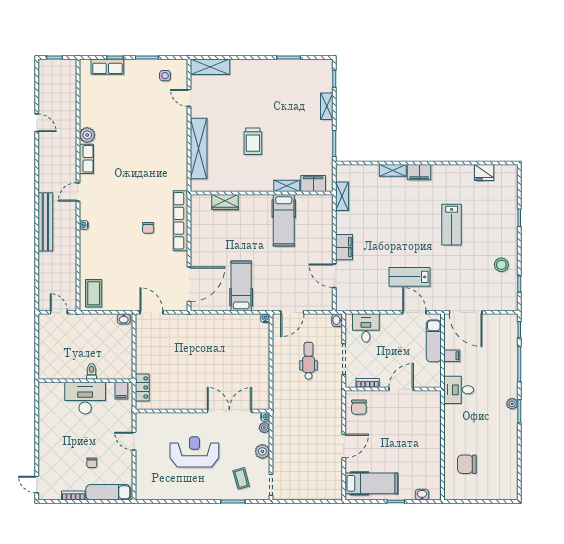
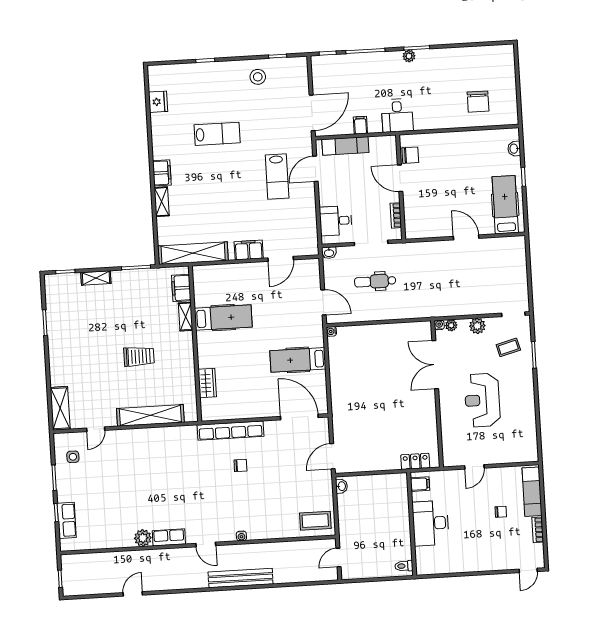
shelving: (342, 196) -> (193, 253), width x2.20, depth x1.33
toilet: (92, 371) -> (404, 566), moved
chair: (359, 407) -> (410, 155), moved

